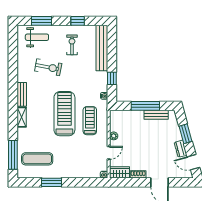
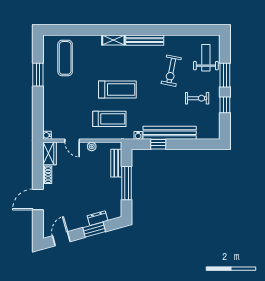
window: (41, 21) -> (225, 75), moved
weight bench: (37, 37) -> (206, 58), turned 180
bench: (102, 48) -> (170, 133), moved
bench: (22, 94) -> (145, 40), width x1.36
treadmill: (64, 114) -> (117, 89), width x0.73, depth x0.73
bench: (156, 115) -> (116, 163), moved
dresser: (181, 149) -> (98, 218), moved
window: (13, 155) -> (70, 30), removed

